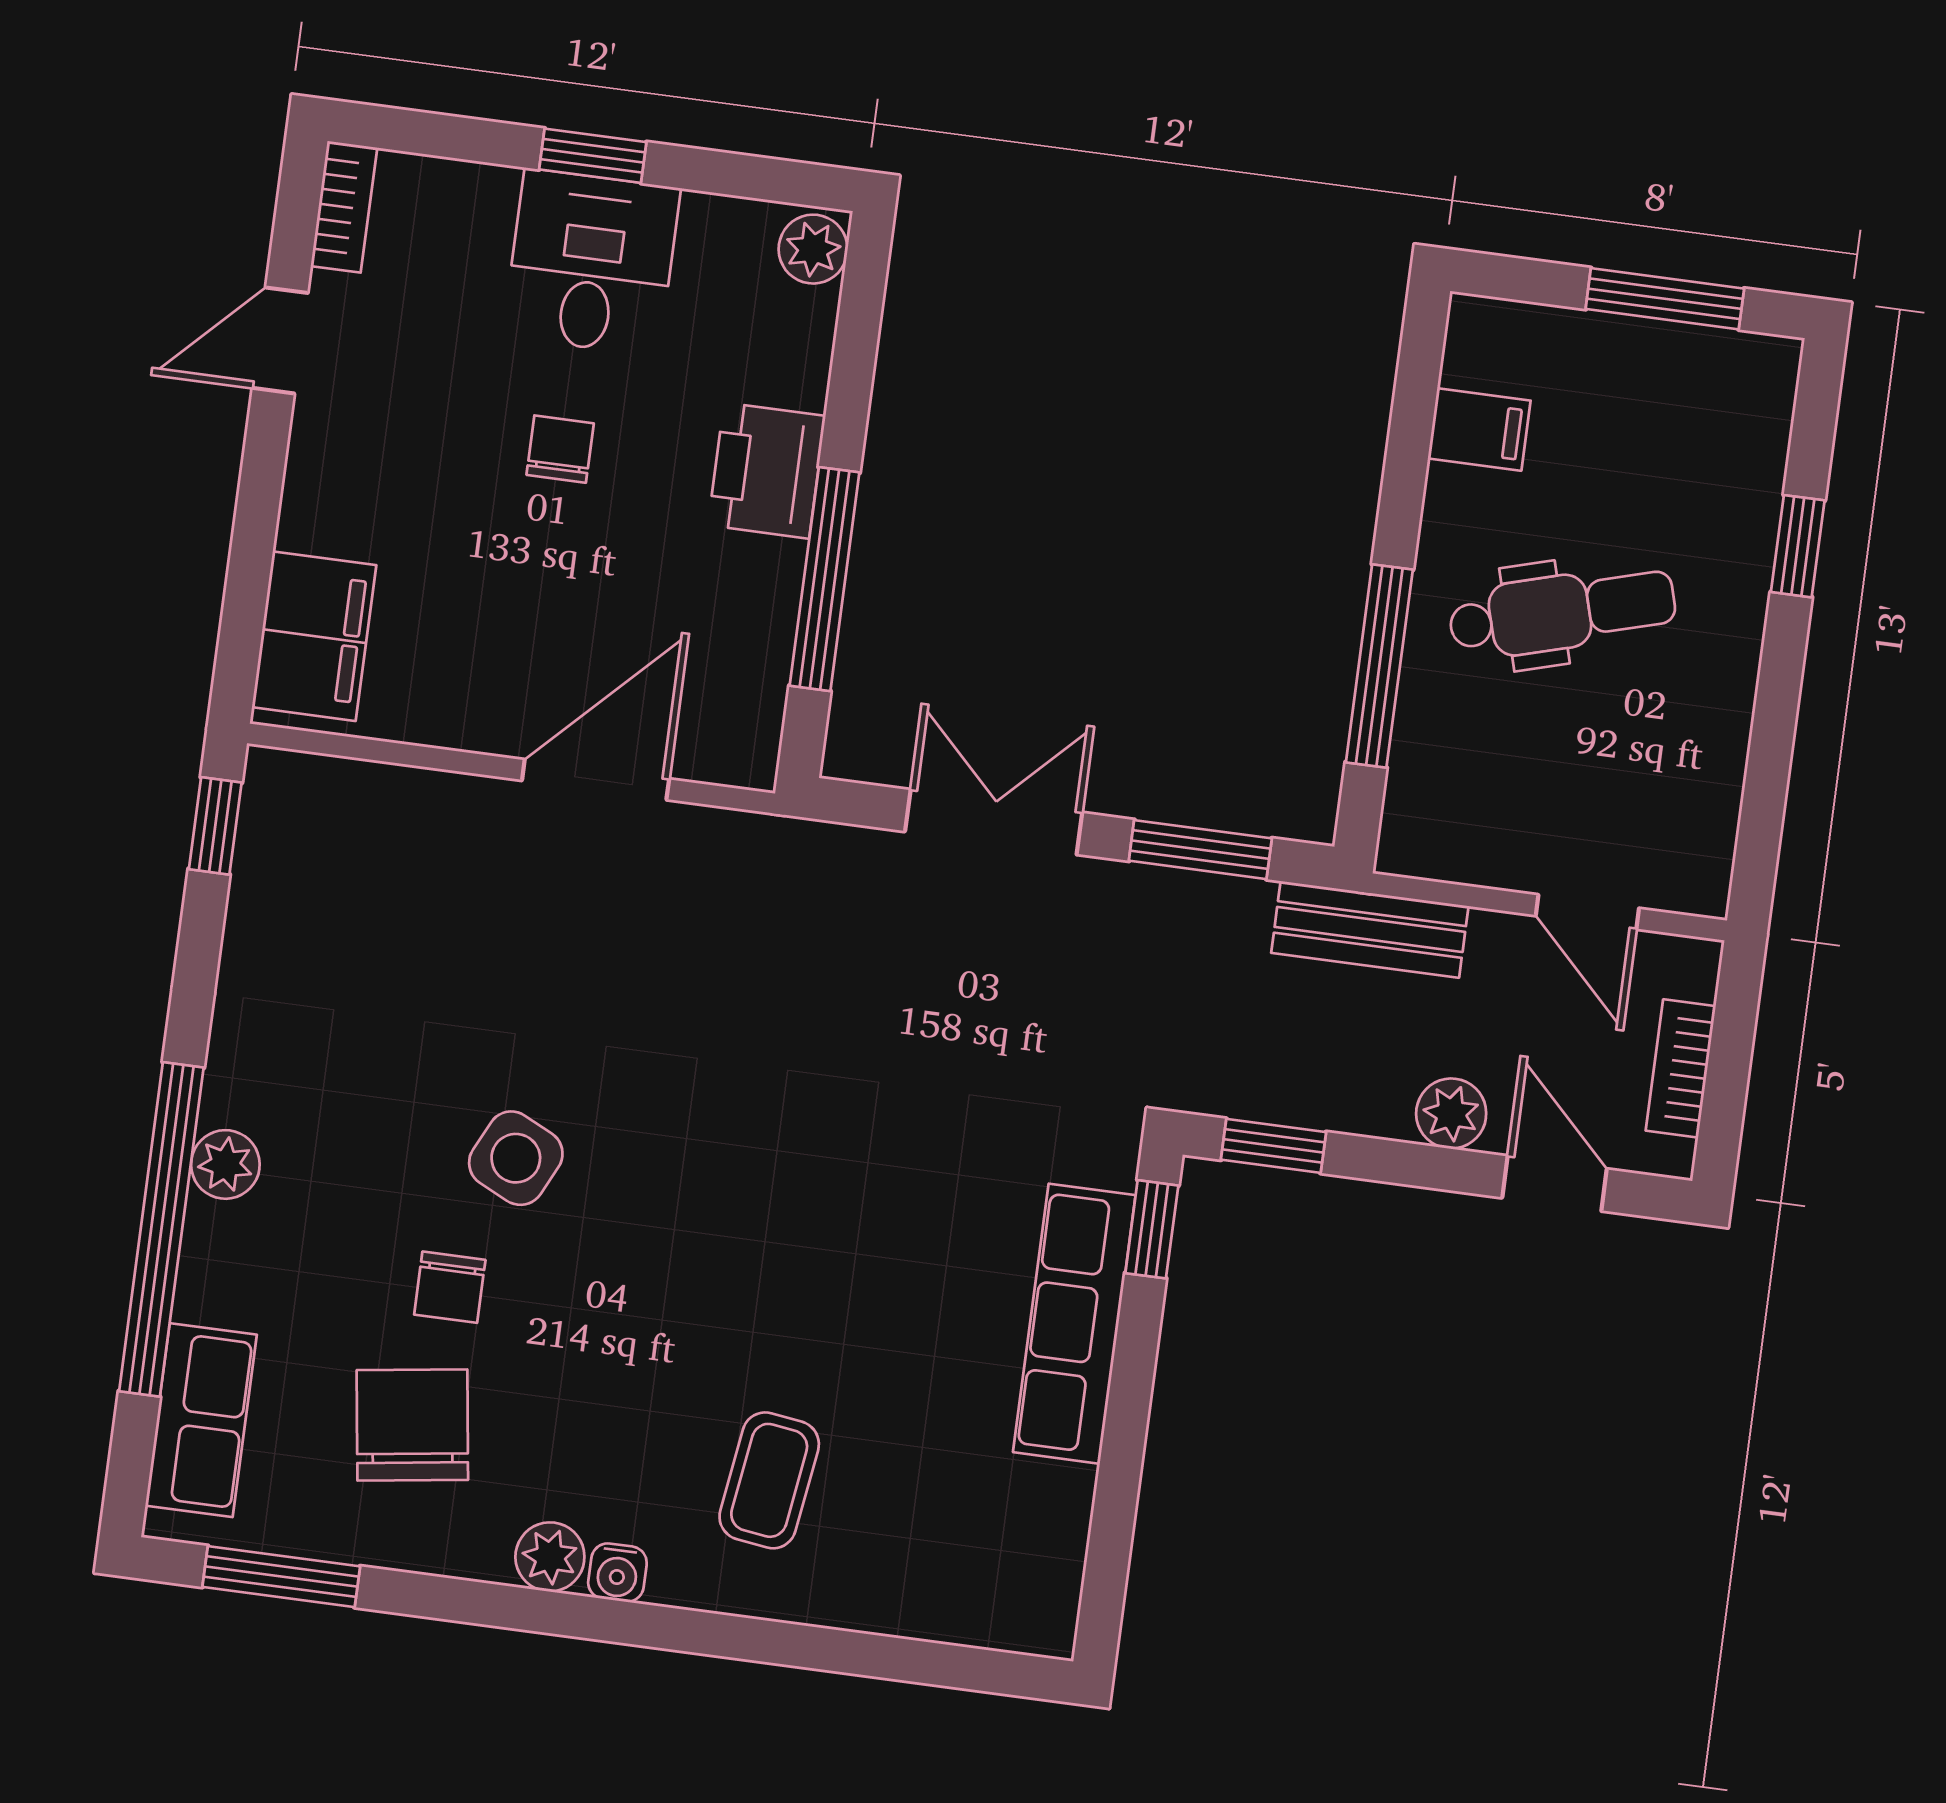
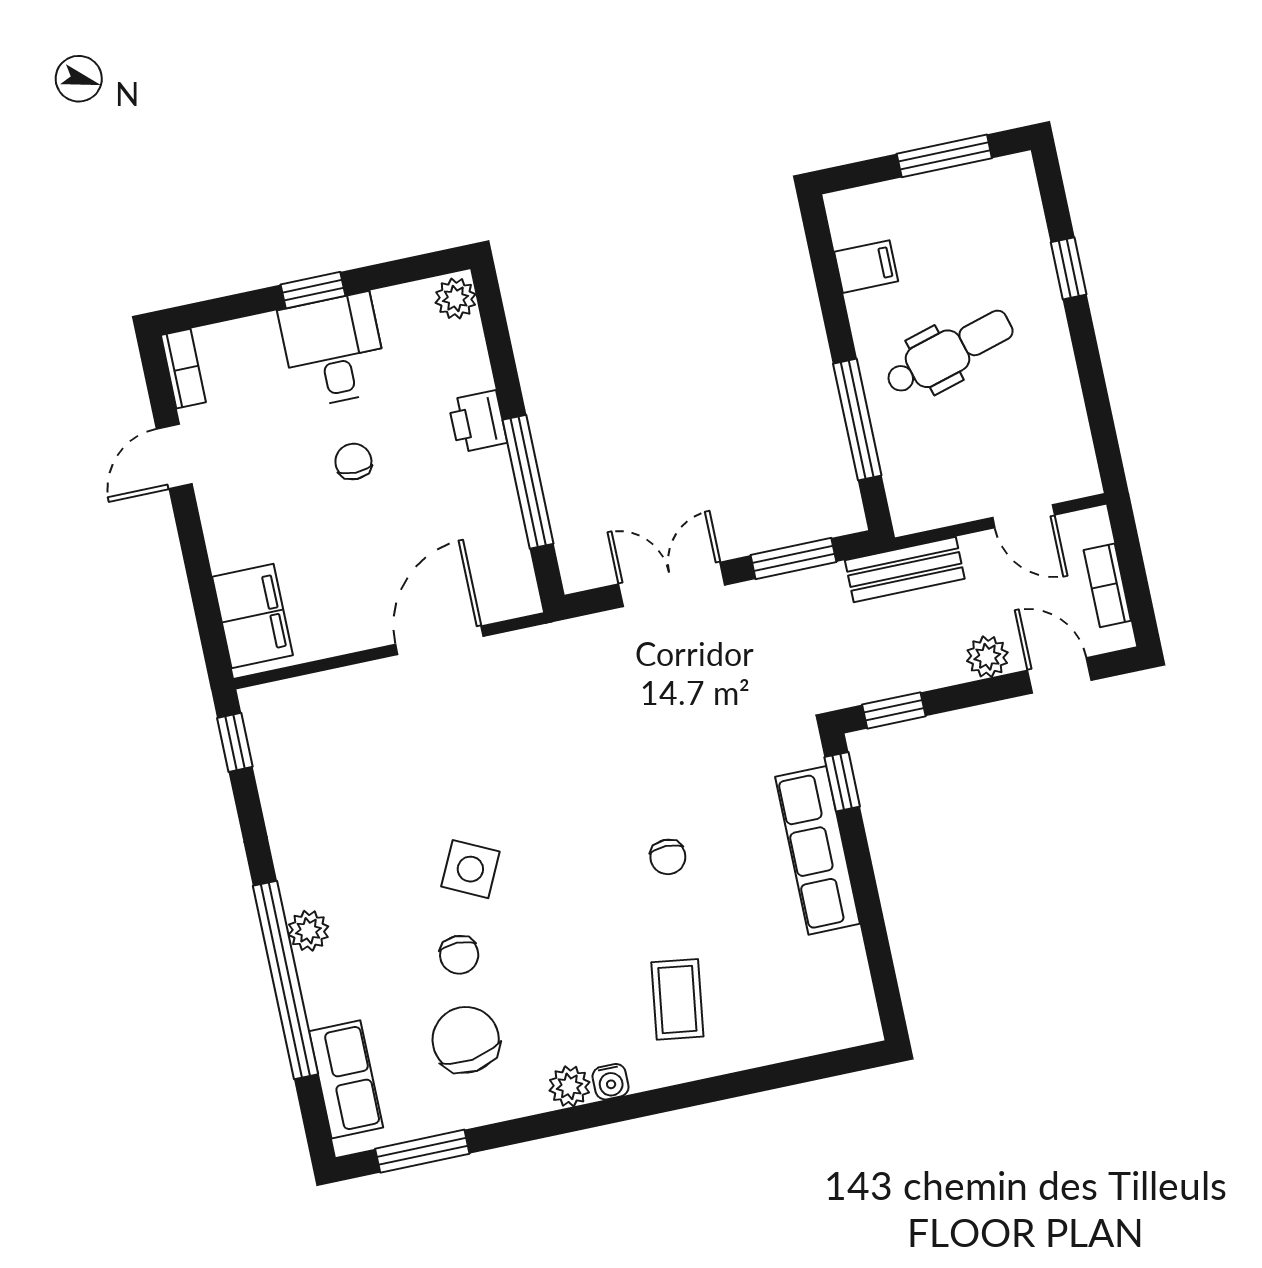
printer: (767, 471) -> (477, 421), width x0.73, depth x0.81
chair: (834, 1250) -> (668, 857), added

